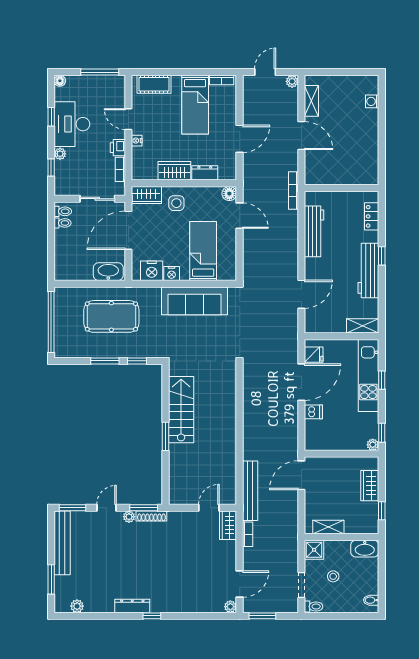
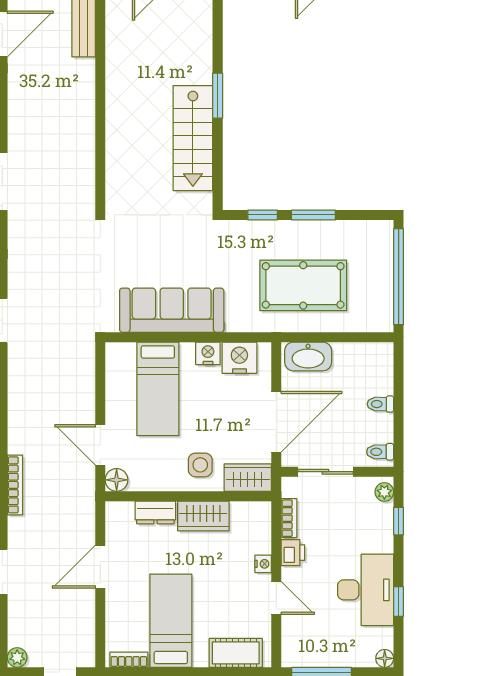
plant: (60, 154) -> (384, 492), moved
toilet: (63, 223) -> (380, 404), moved

